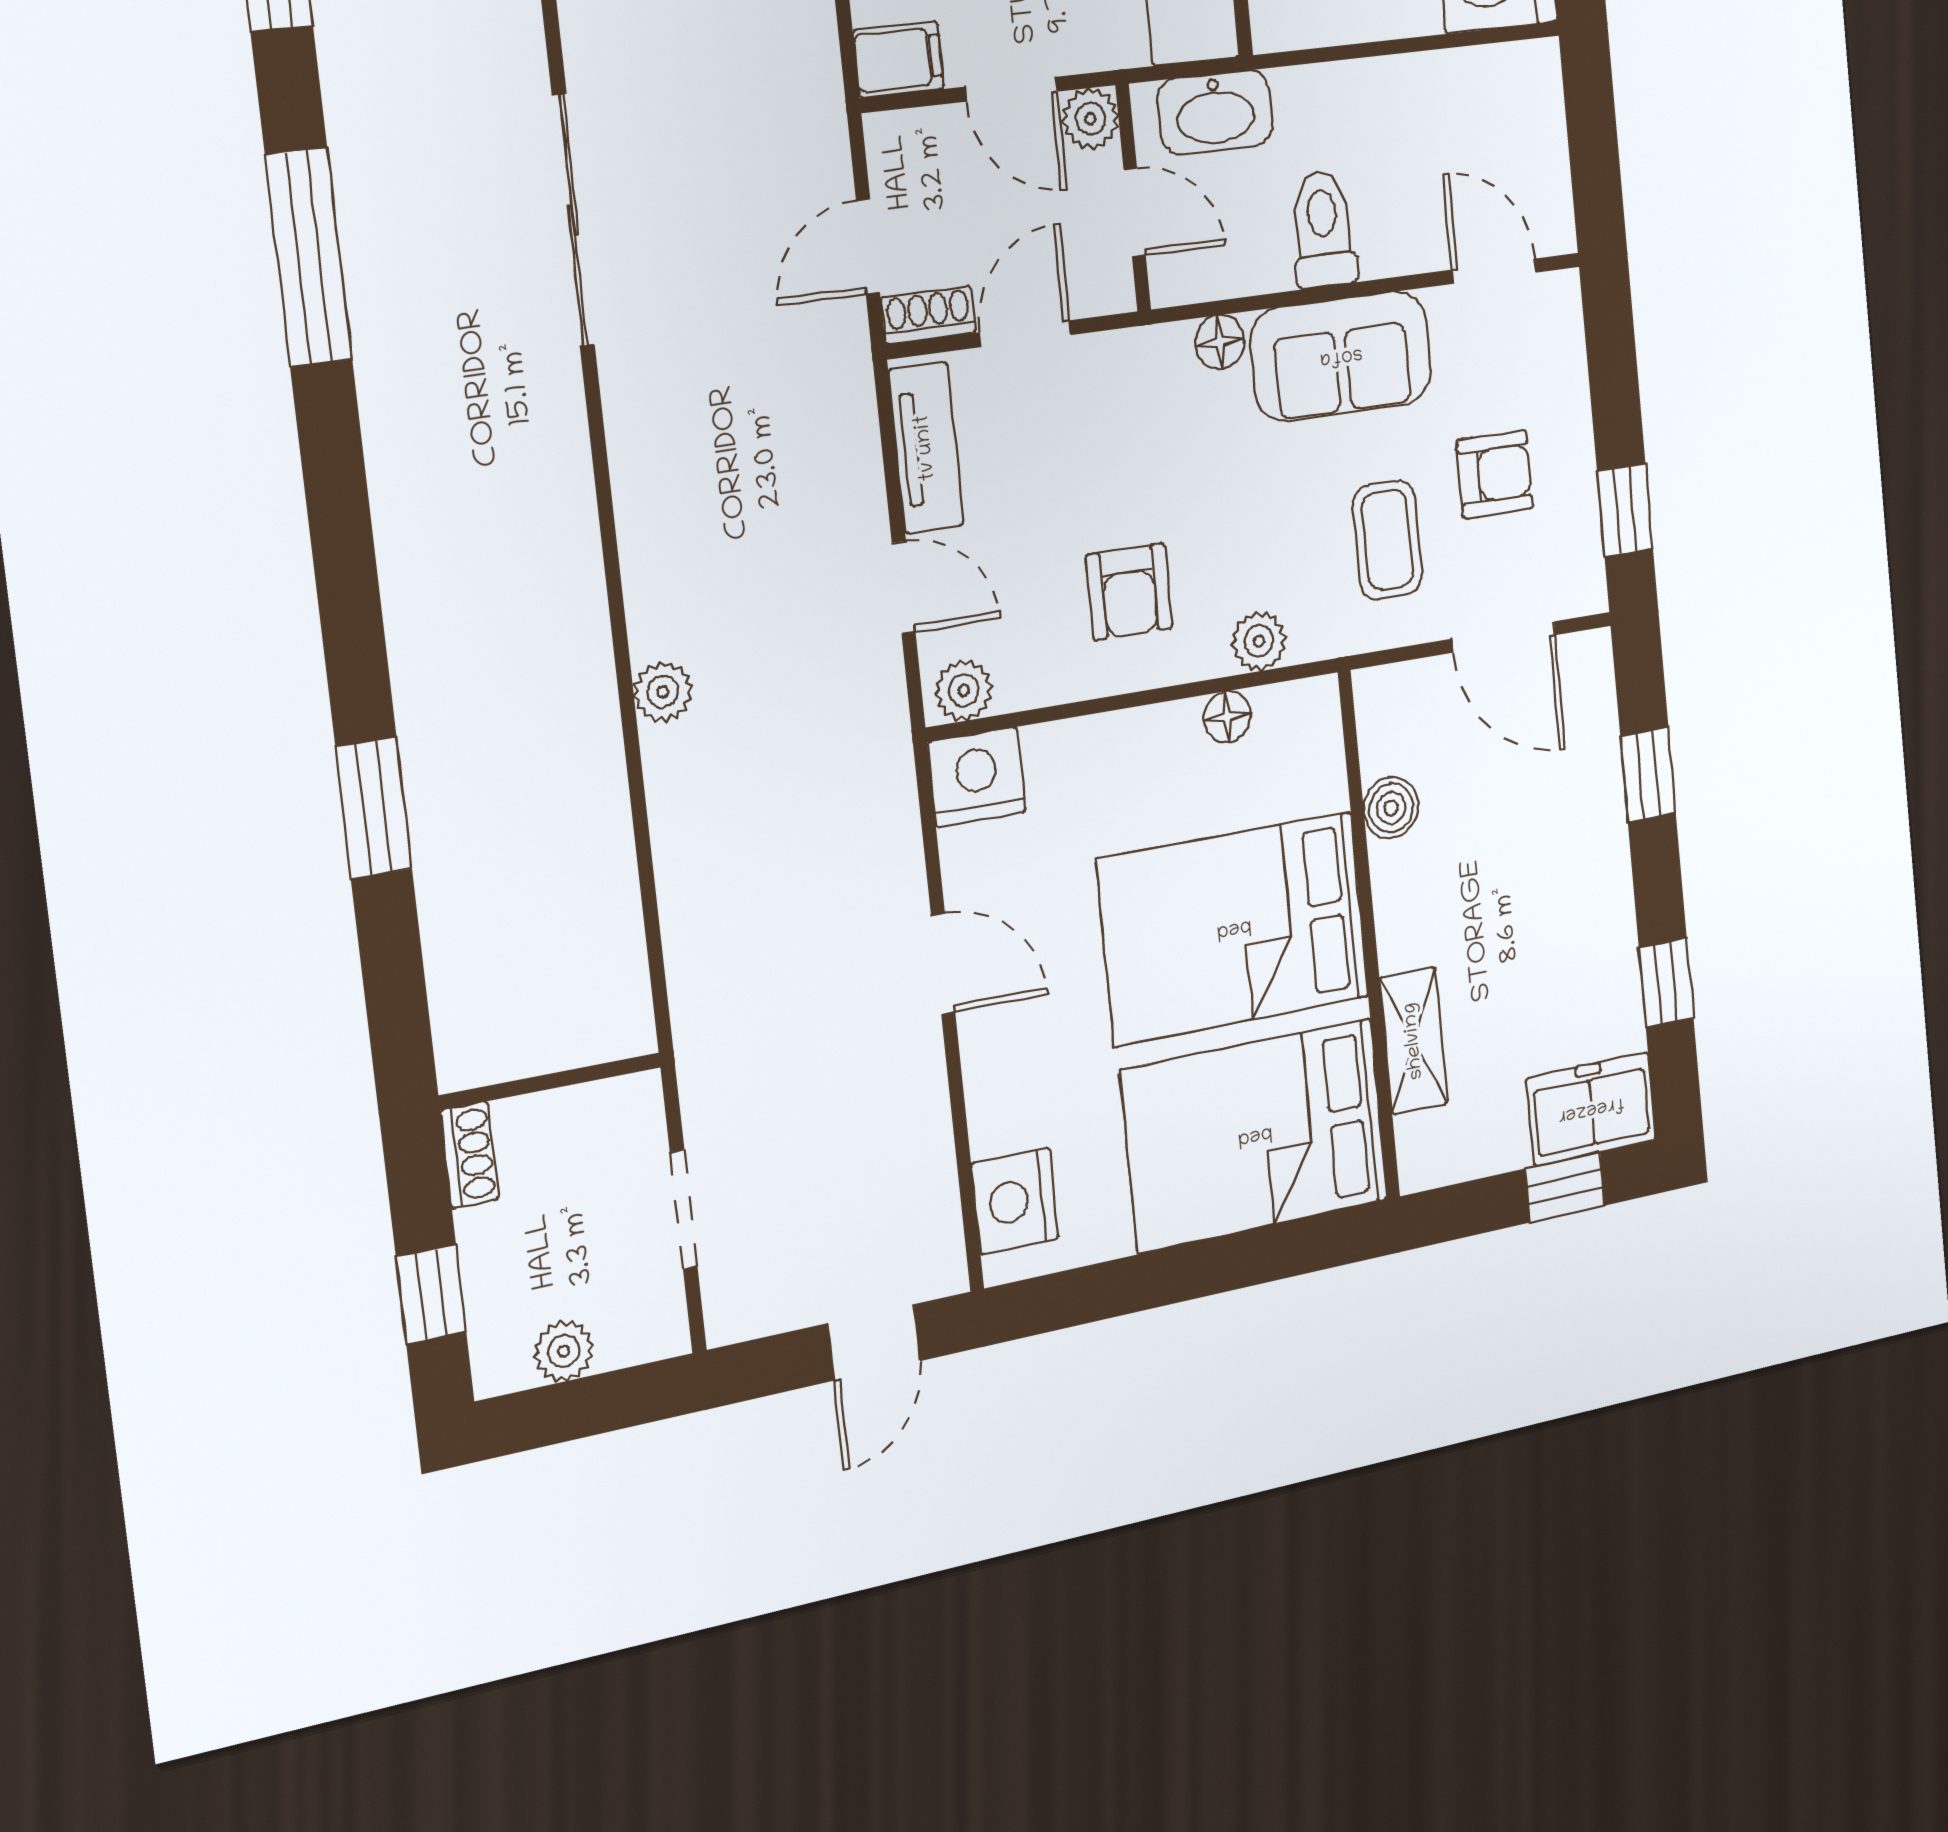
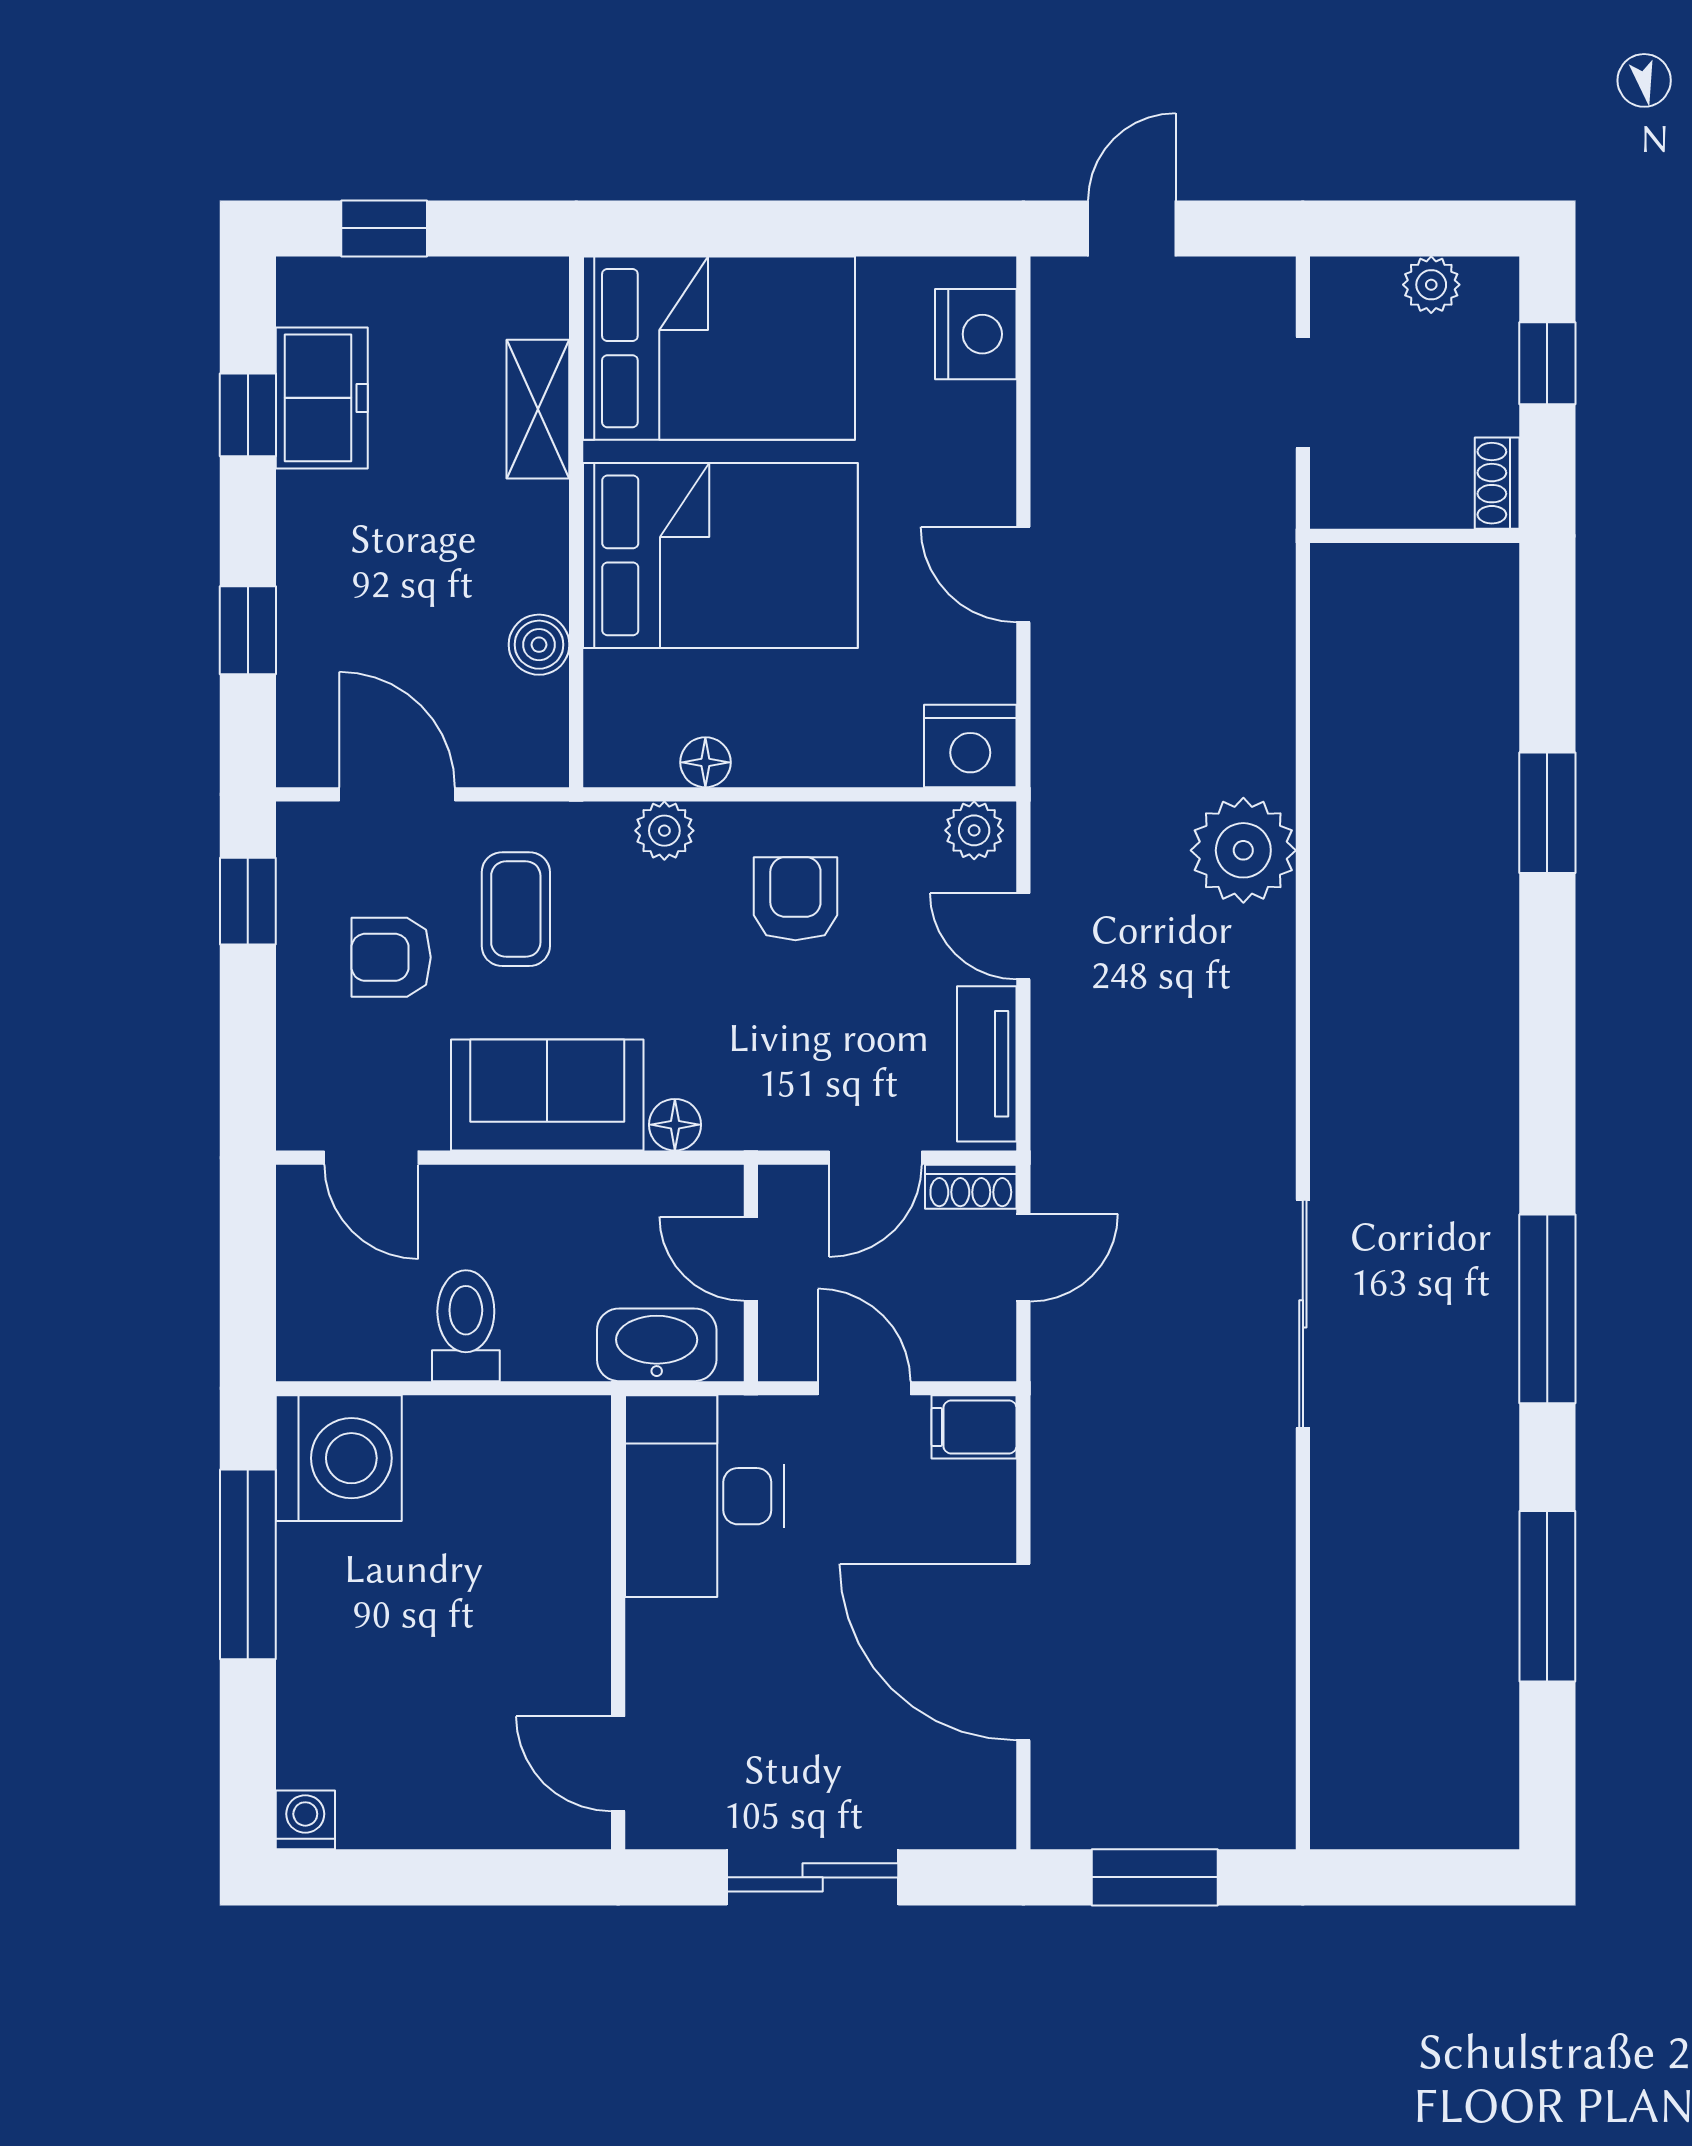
plant: (1090, 119) -> (787, 1352), removed
toilet: (1323, 229) -> (466, 1326), moved, turned 180
plant: (663, 692) -> (1243, 850), width x1.88, depth x1.88
freezer: (1591, 1109) -> (322, 398), moved, turned -90

